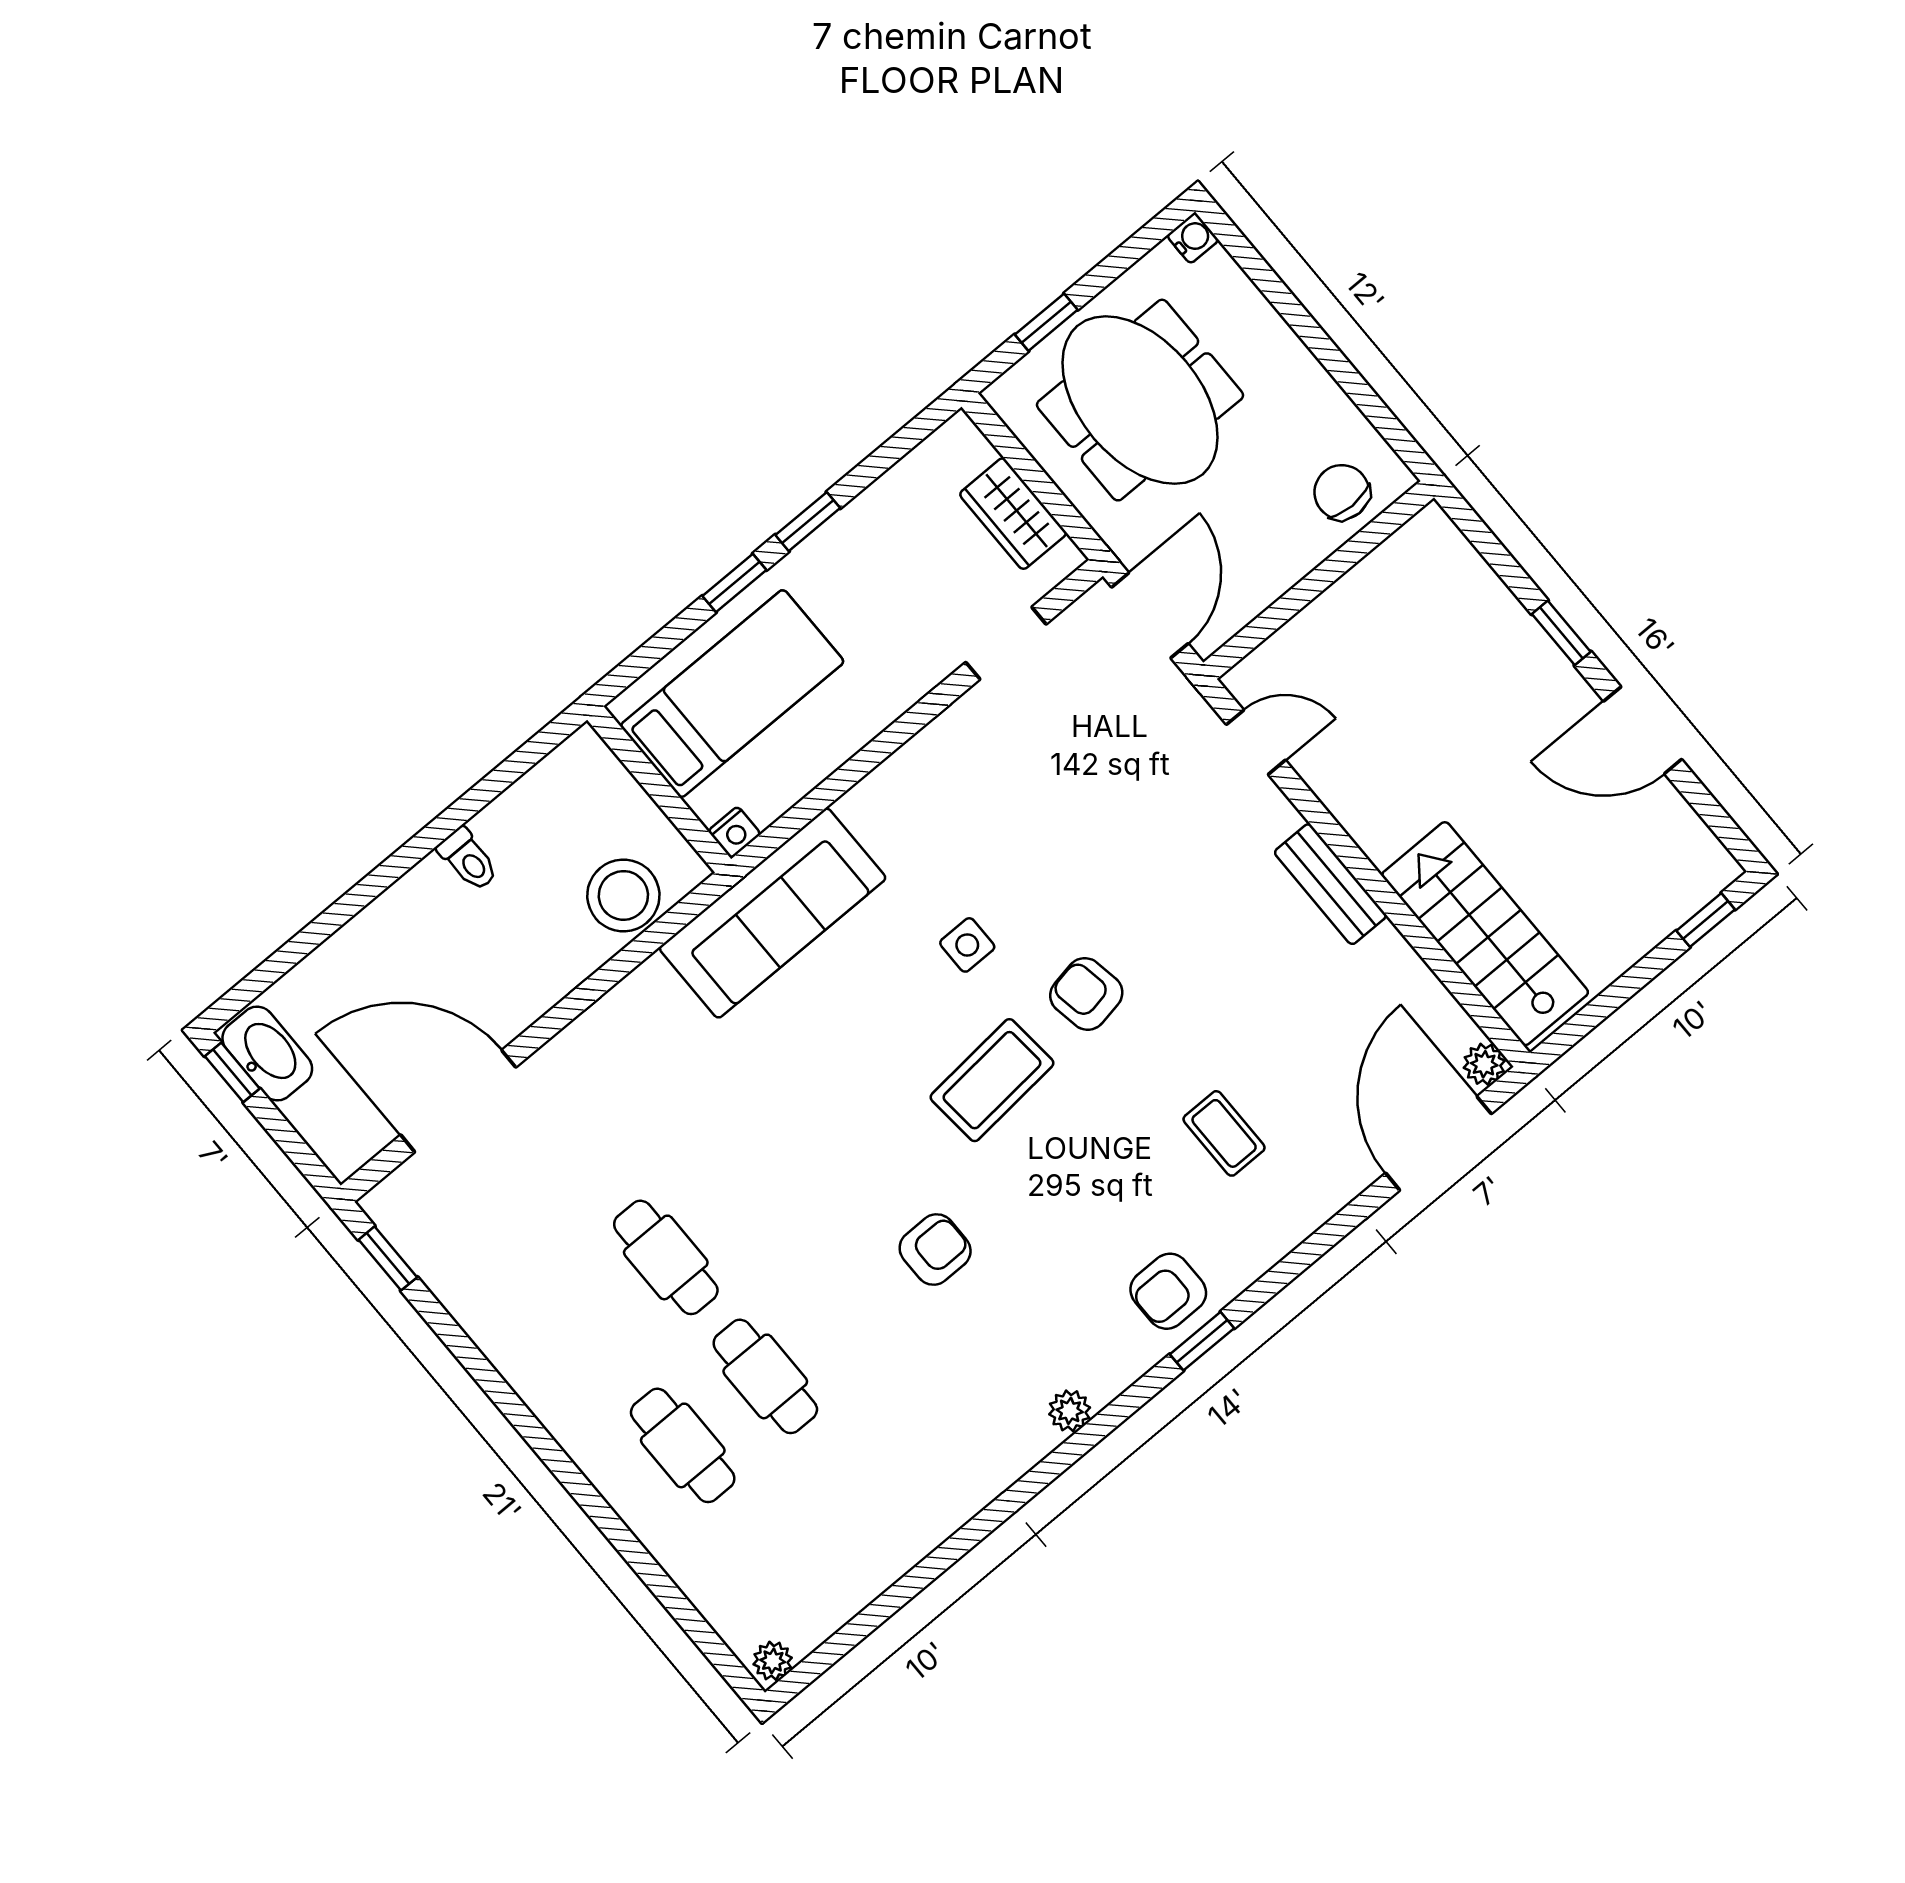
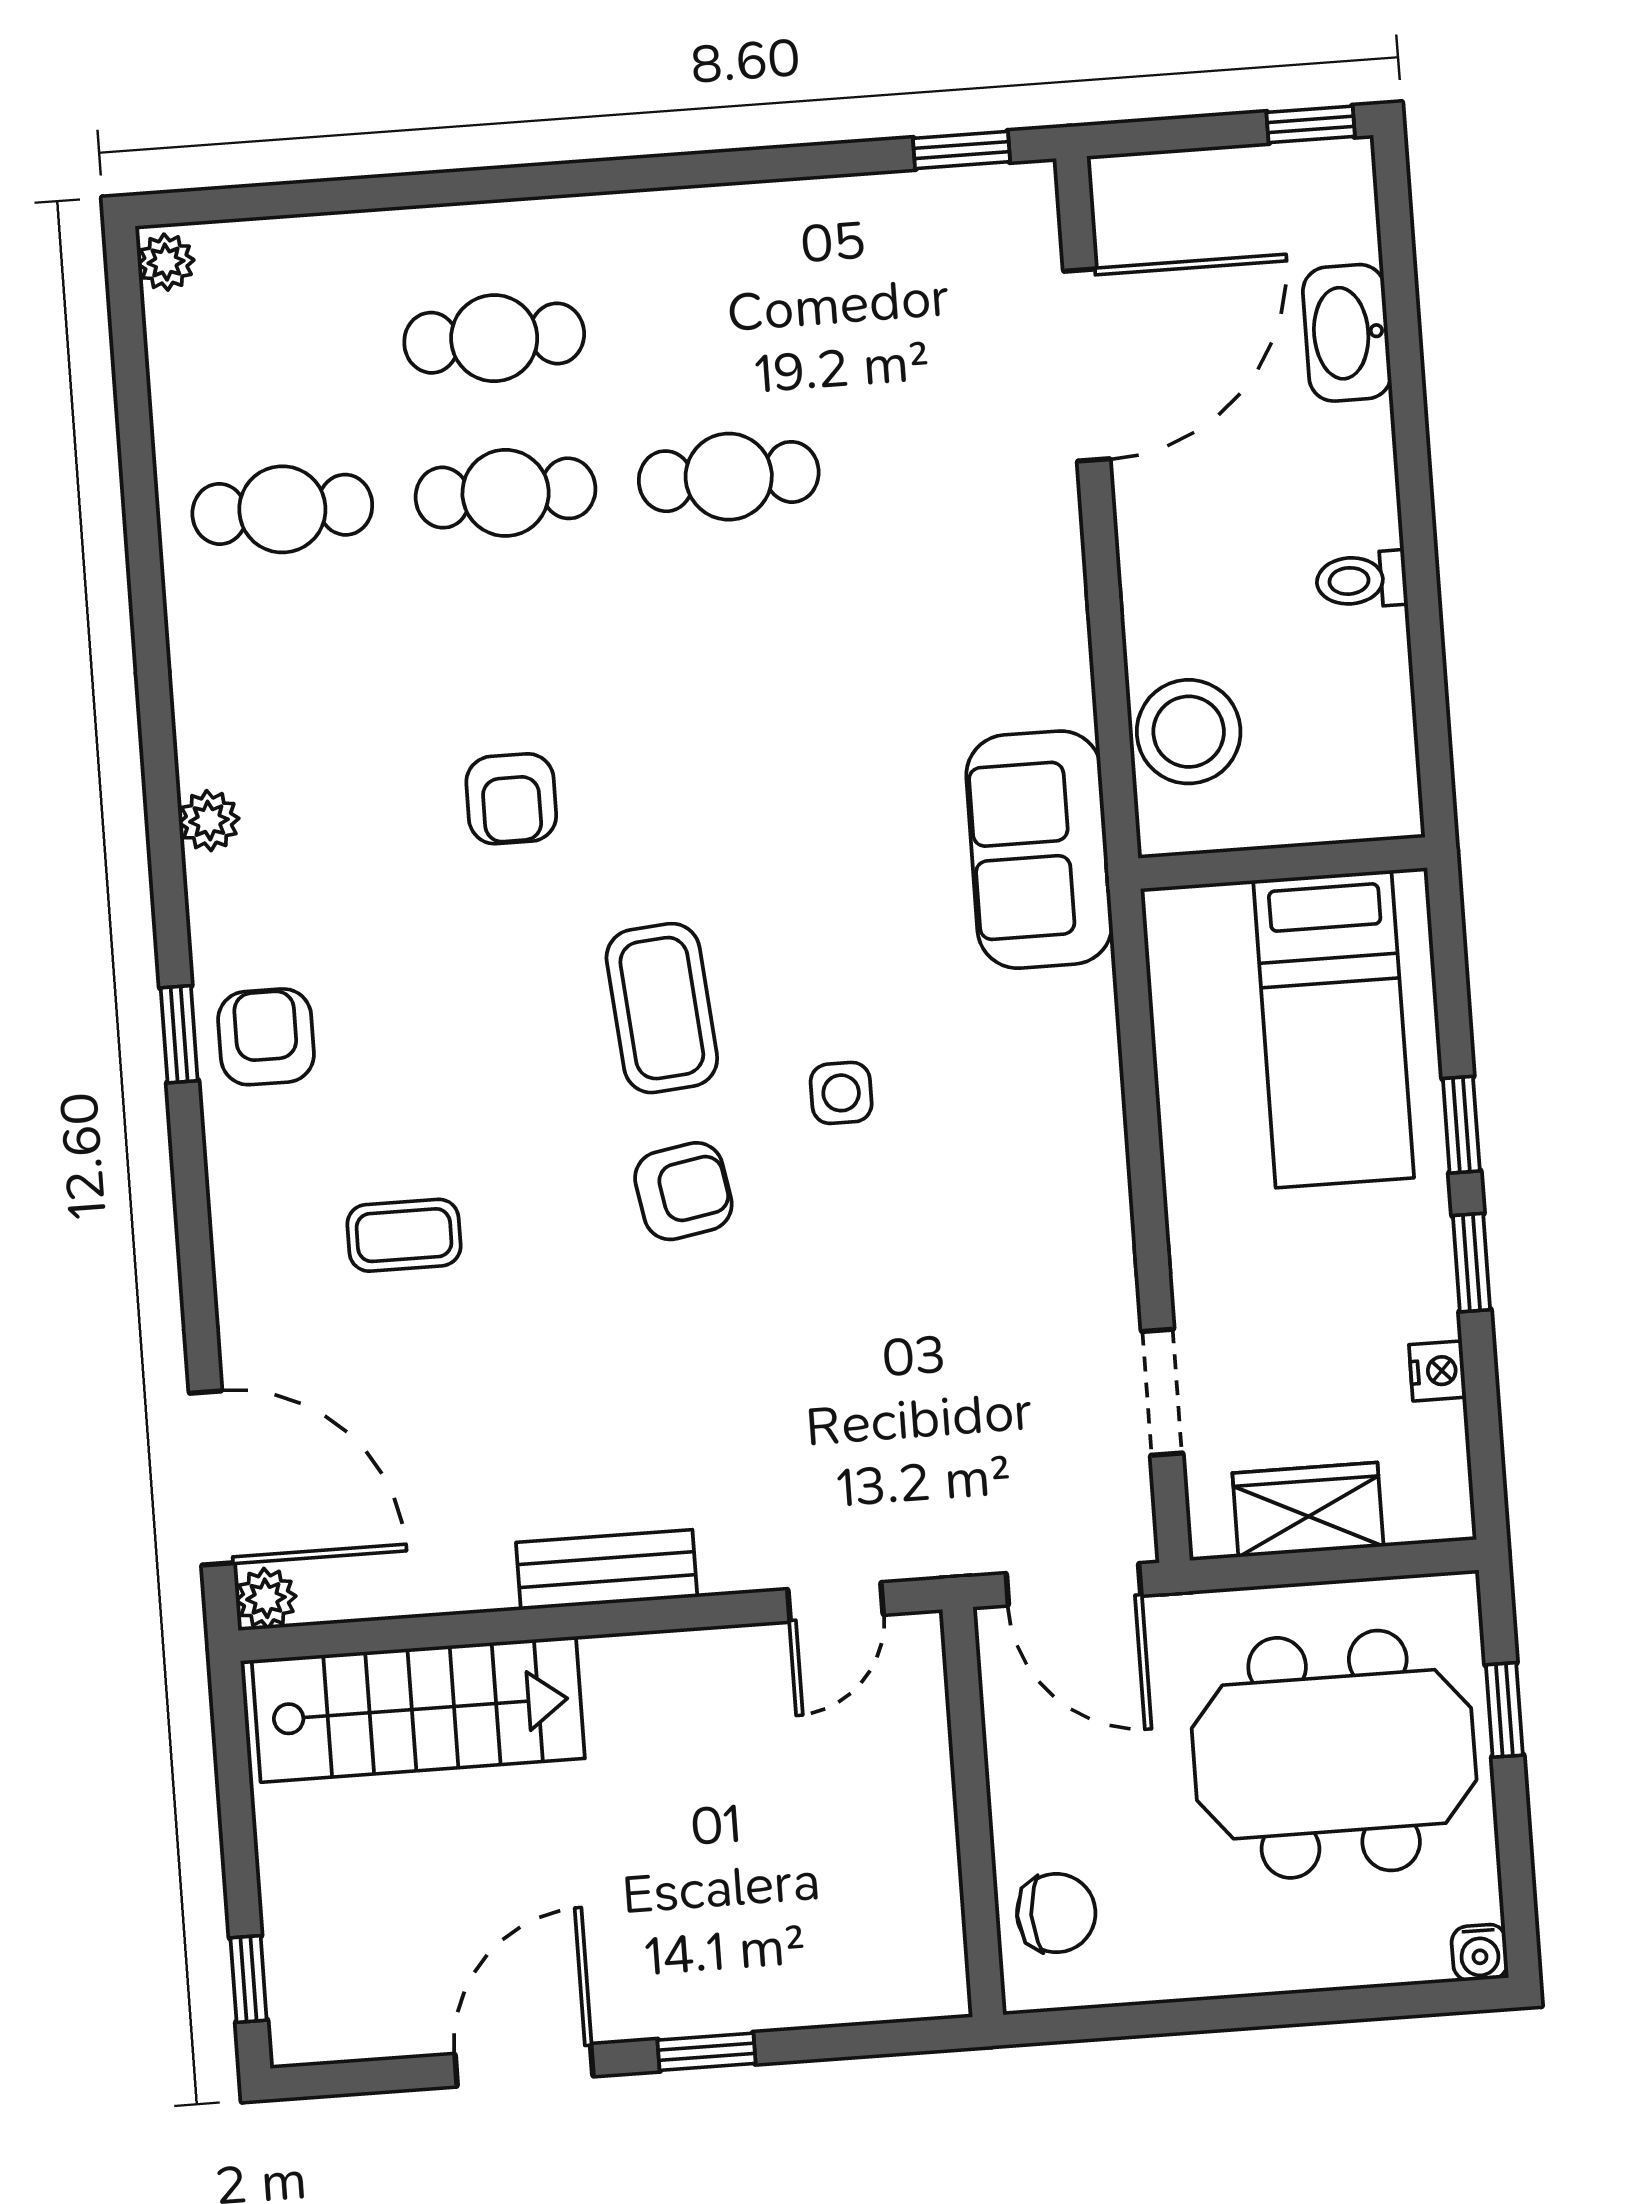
nightstand: (734, 832) -> (1437, 1371), moved, turned 180
sofa: (773, 913) -> (1039, 850), width x0.73
washbasin: (267, 1054) -> (1347, 333), moved, turned 90
cafe table: (865, 1495) -> (282, 509), added

